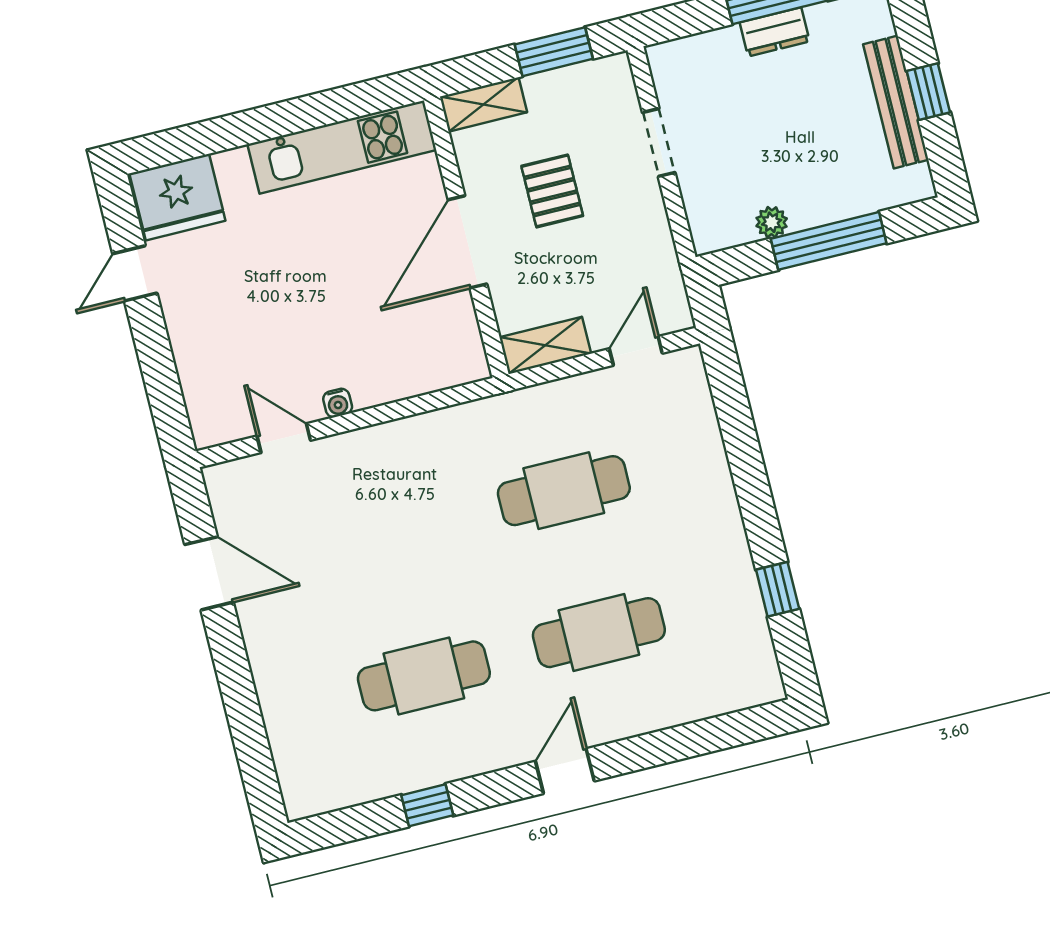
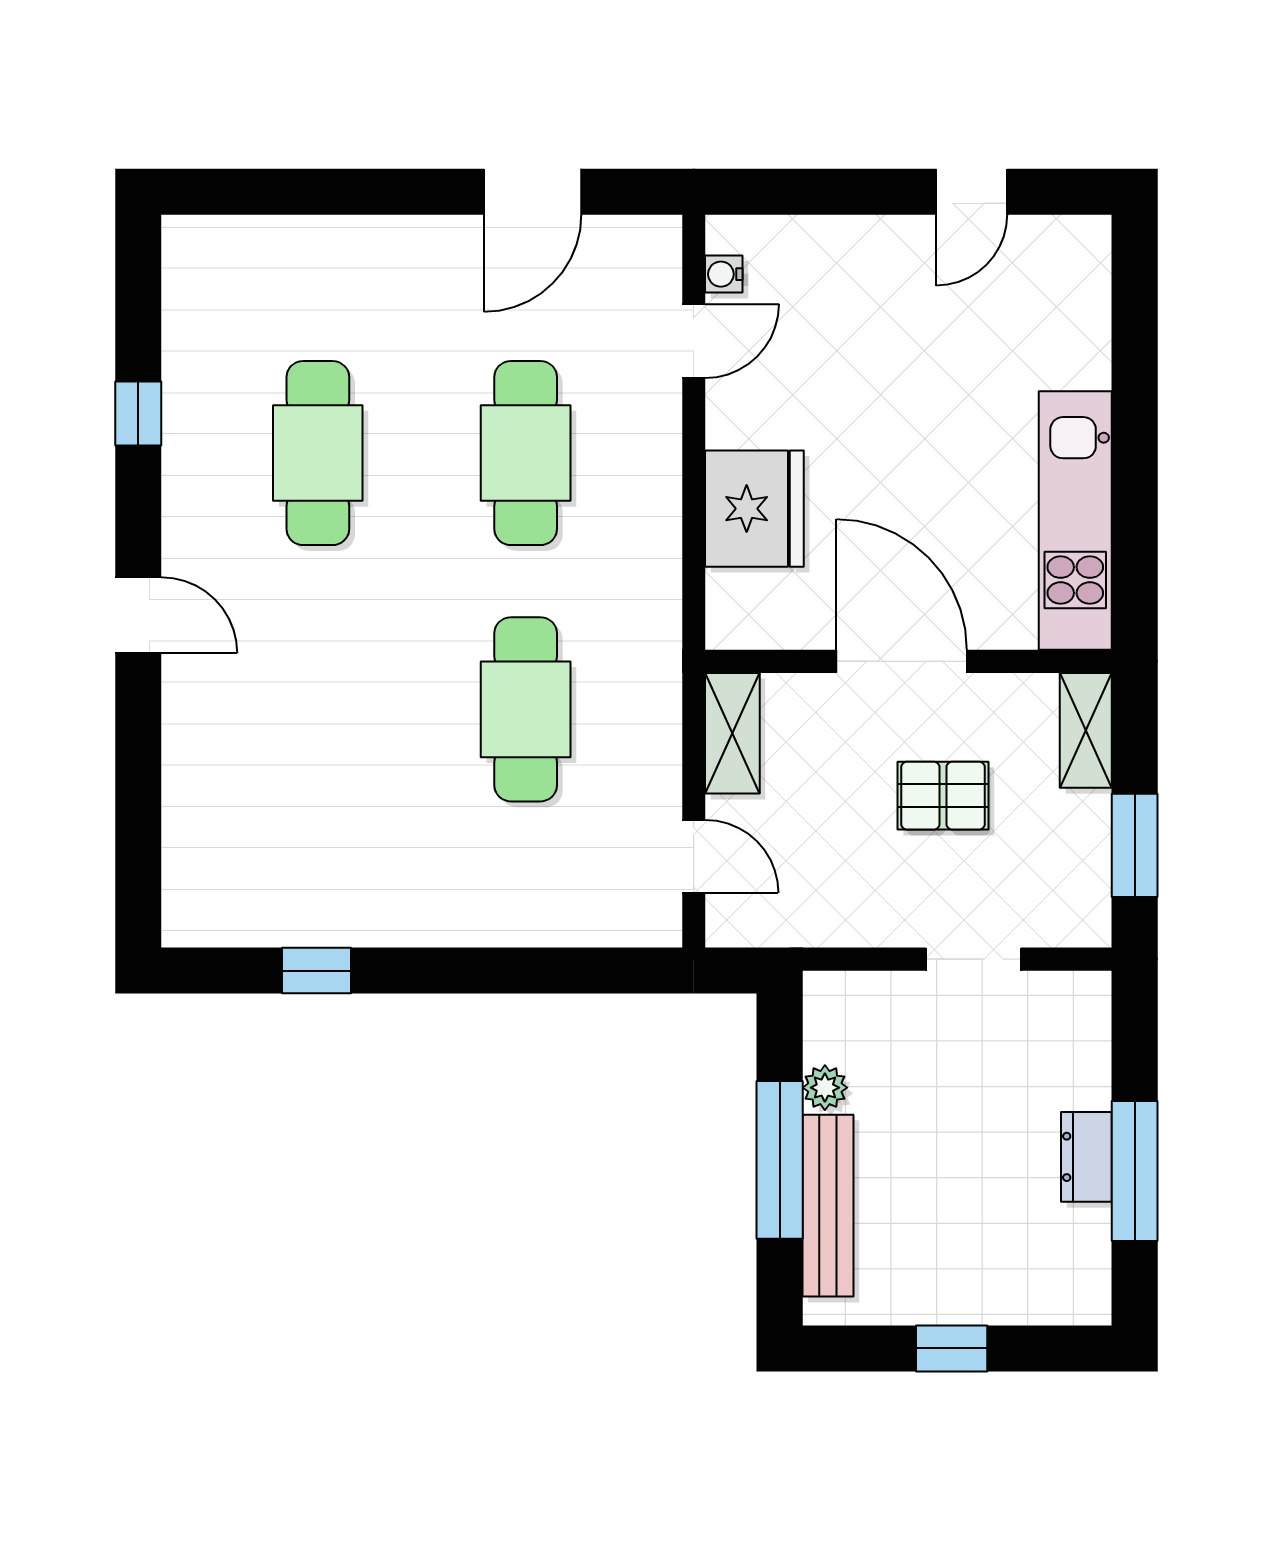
bench: (896, 102) -> (828, 1206), moved, turned 90
fridge: (177, 197) -> (754, 509), moved, turned 180
door: (135, 273) -> (972, 192), swing flipped
water cooler: (338, 403) -> (724, 274), moved
cafe table: (599, 633) -> (526, 453), moved

